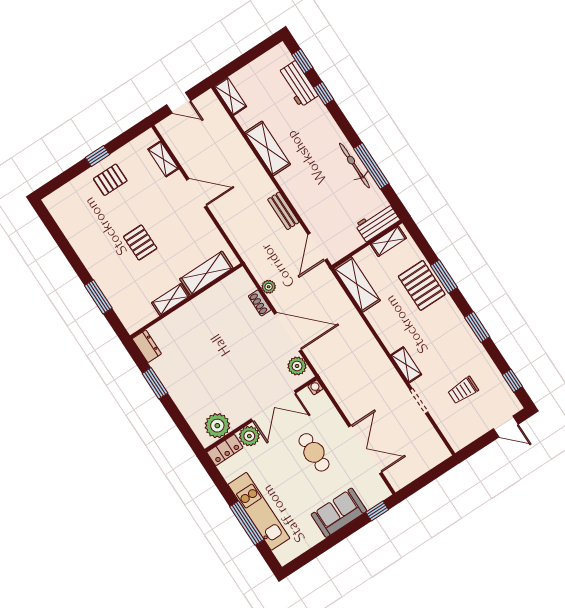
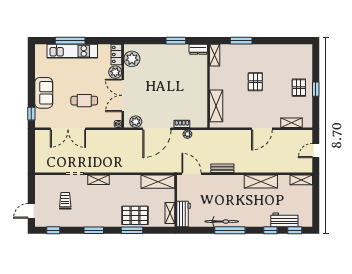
window: (371, 166) -> (230, 230), moved
pallet: (140, 242) -> (255, 82), turned 90
shelving: (170, 300) -> (215, 55), moved

